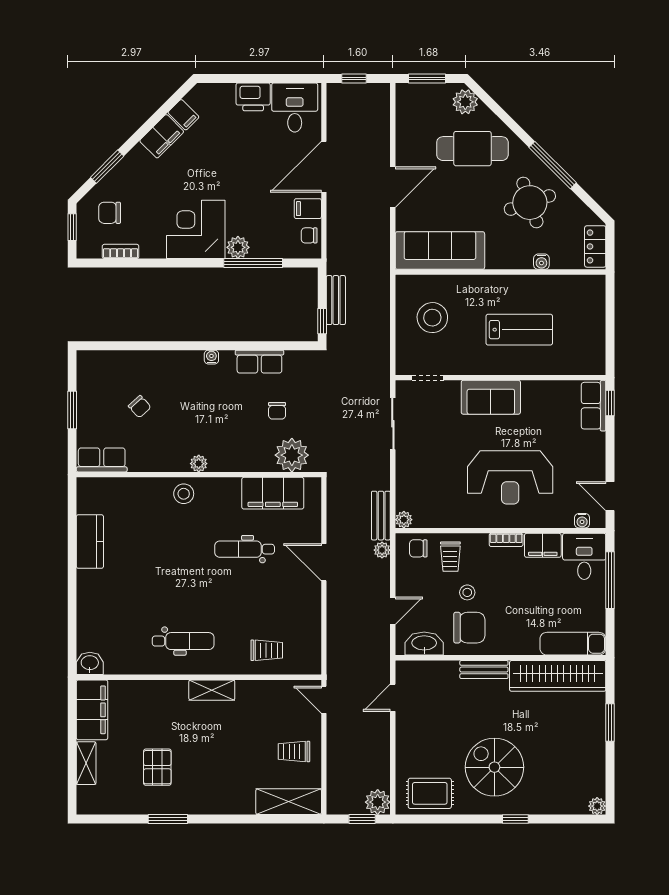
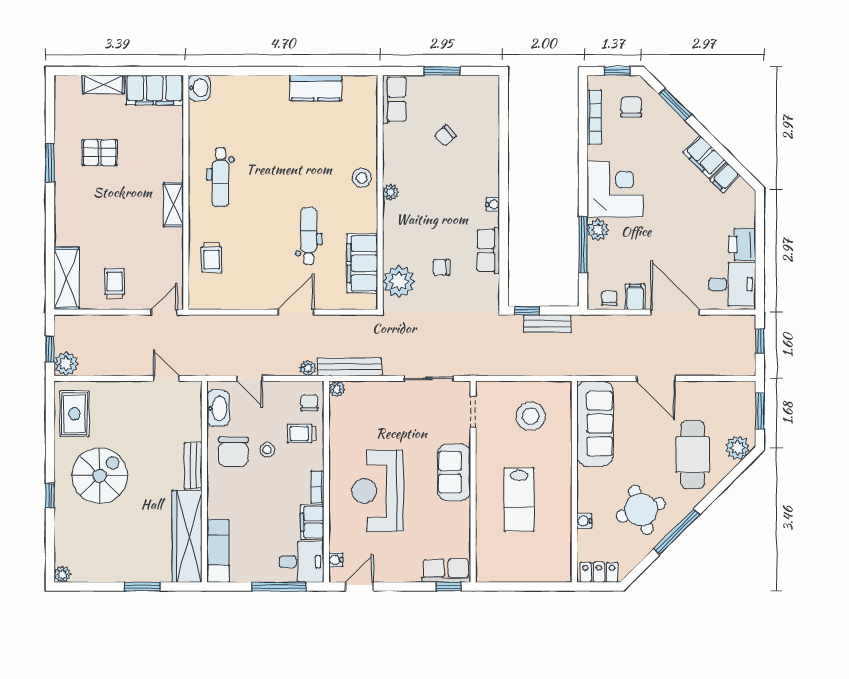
bookcase: (121, 251) -> (594, 117), width x1.56
bench: (381, 516) -> (349, 367), width x1.36

